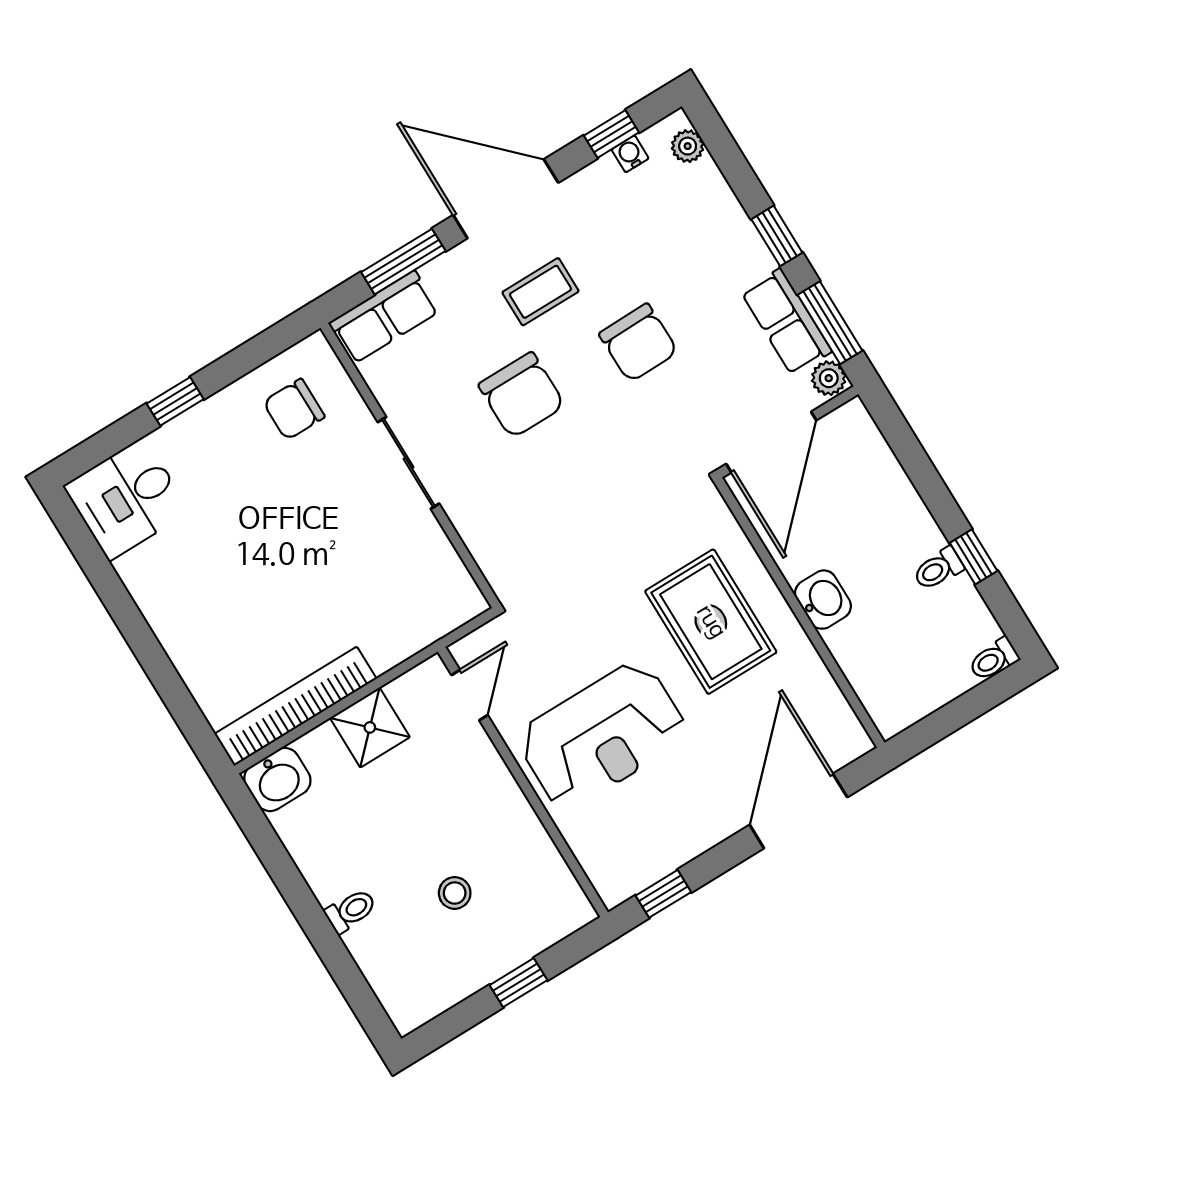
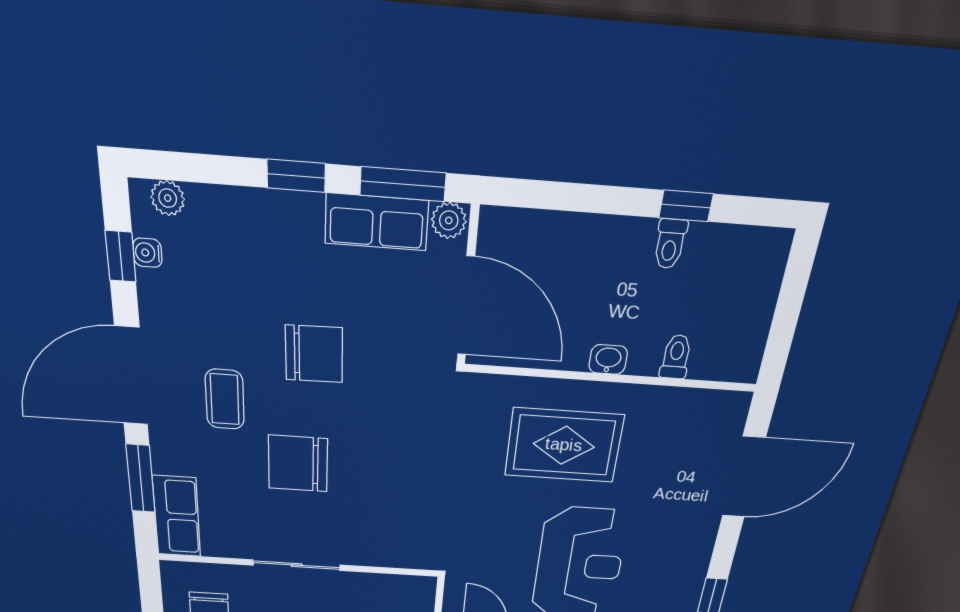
chair: (522, 395) -> (298, 464), turned 180
washbasin: (823, 600) -> (608, 359), width x0.72, depth x0.69
toilet: (994, 659) -> (676, 357), moved, turned 180
door: (798, 811) -> (744, 477), swing flipped

